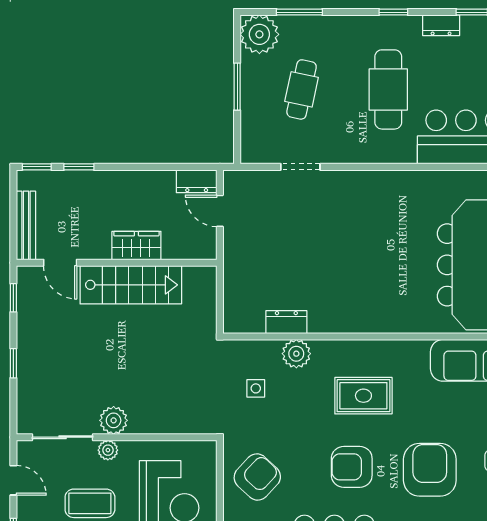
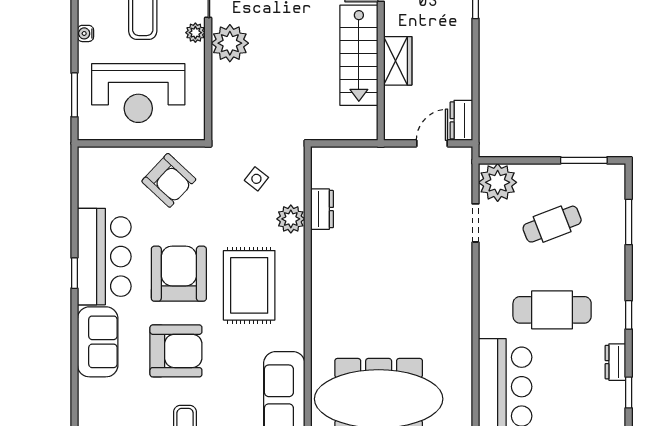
plant: (259, 34) -> (498, 182), moved
window: (237, 87) -> (584, 160), moved
cafe table: (302, 89) -> (552, 224), turned -33
side table: (256, 388) -> (256, 179), turned 38
rug: (363, 396) -> (249, 285), width x1.36, depth x1.43
plant: (114, 420) -> (230, 43), width x1.36, depth x1.36
armchair: (352, 467) -> (179, 274), width x1.36, depth x1.36

